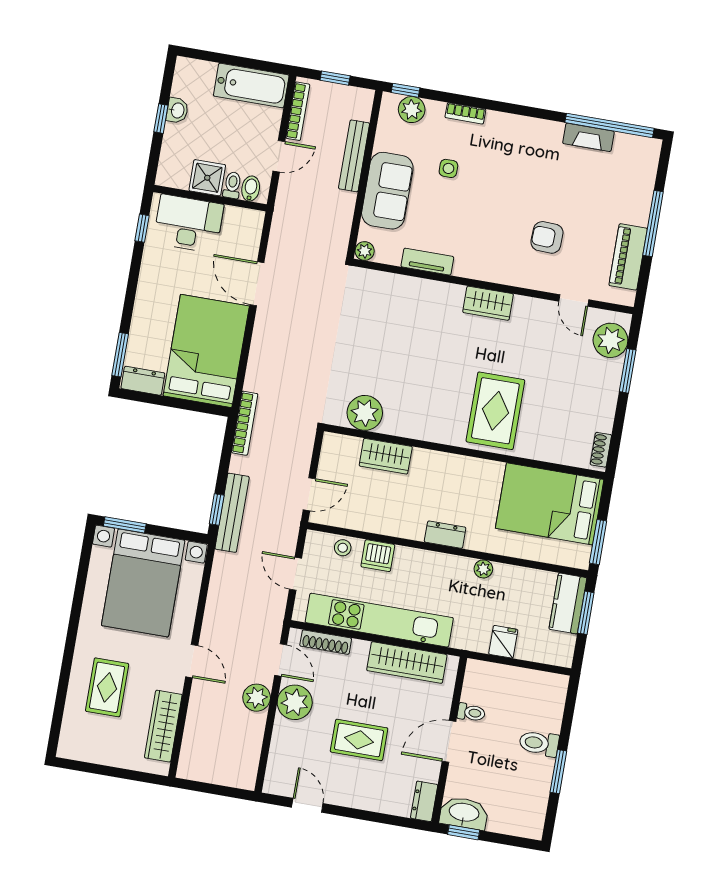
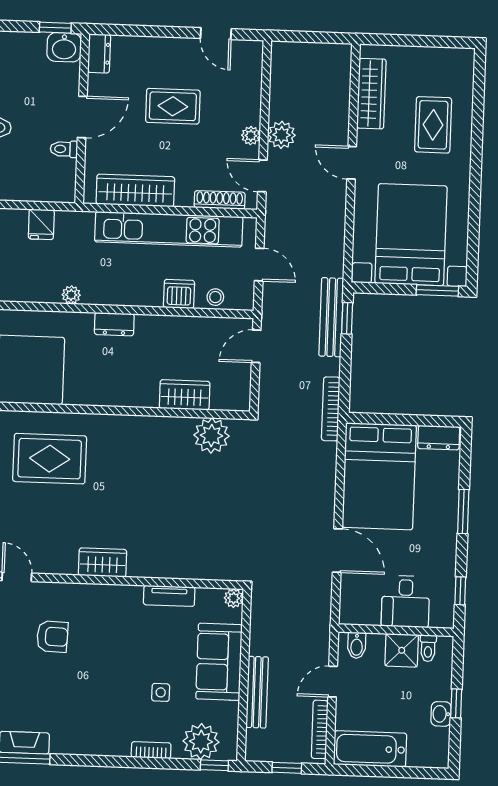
plant: (412, 110) -> (201, 742), width x1.36, depth x1.36
toilet: (232, 185) -> (428, 648), moved
desk: (188, 224) -> (405, 601), width x0.73
window: (120, 355) -> (463, 511), moved
rug: (495, 411) -> (50, 459), moved, turned 90
plant: (295, 702) -> (251, 136), width x0.53, depth x0.53
washbasin: (464, 813) -> (64, 47), width x0.72

